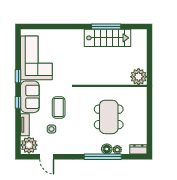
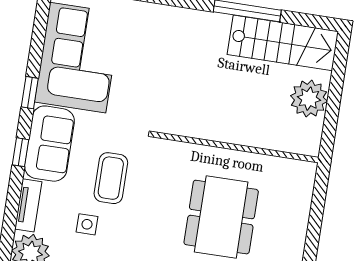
stairs: (107, 38) -> (283, 43), moved
plant: (139, 77) -> (309, 99), moved

